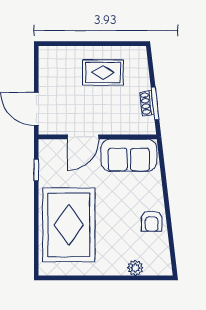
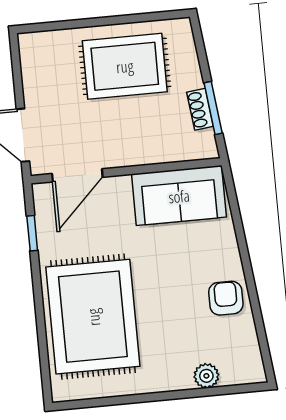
rug: (103, 72) -> (125, 66), width x1.36, depth x1.43
door: (83, 137) -> (77, 175), moved
armchair: (152, 221) -> (226, 298), turned 180

